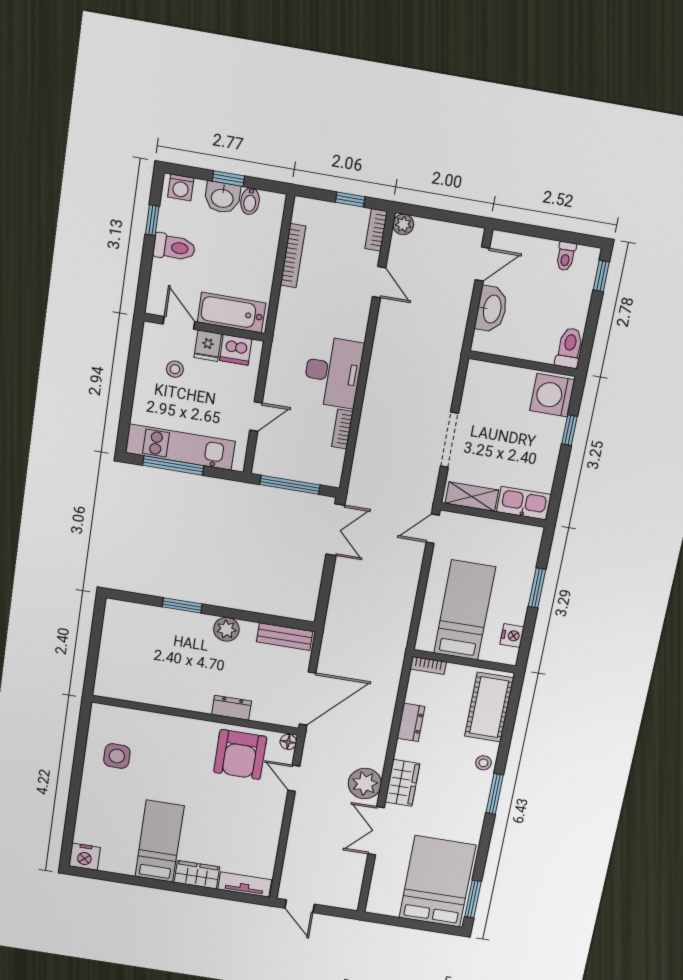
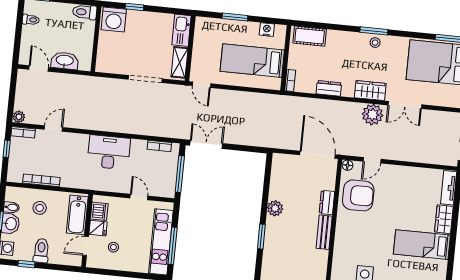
stool: (247, 250) -> (40, 208), added
bookcase: (342, 429) -> (159, 146), moved
bench: (285, 637) -> (324, 232), moved
cot: (489, 707) -> (310, 36), width x0.73, depth x0.75
stool: (483, 763) -> (375, 43), moved

